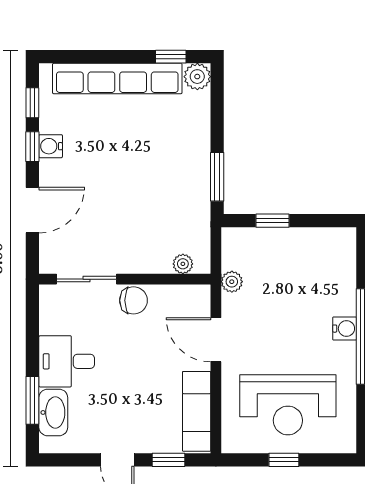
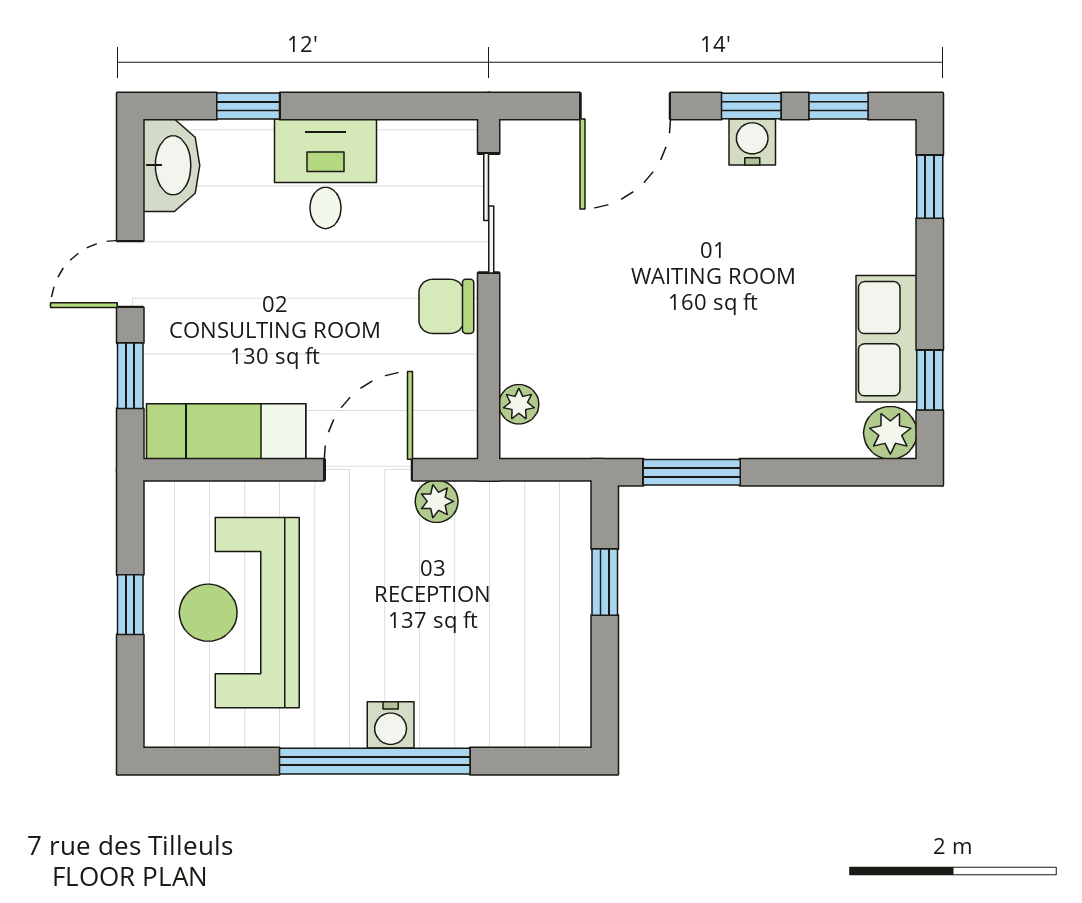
window: (73, 57) -> (930, 187), added
row of seats: (117, 79) -> (886, 339), width x0.50
door: (32, 210) -> (625, 106), hinge flipped
plant: (232, 282) -> (437, 501), moved
chair: (133, 300) -> (446, 306), turned 90
window: (32, 400) -> (248, 106), width x0.67
washbasin: (53, 412) -> (171, 165), moved, turned -90

